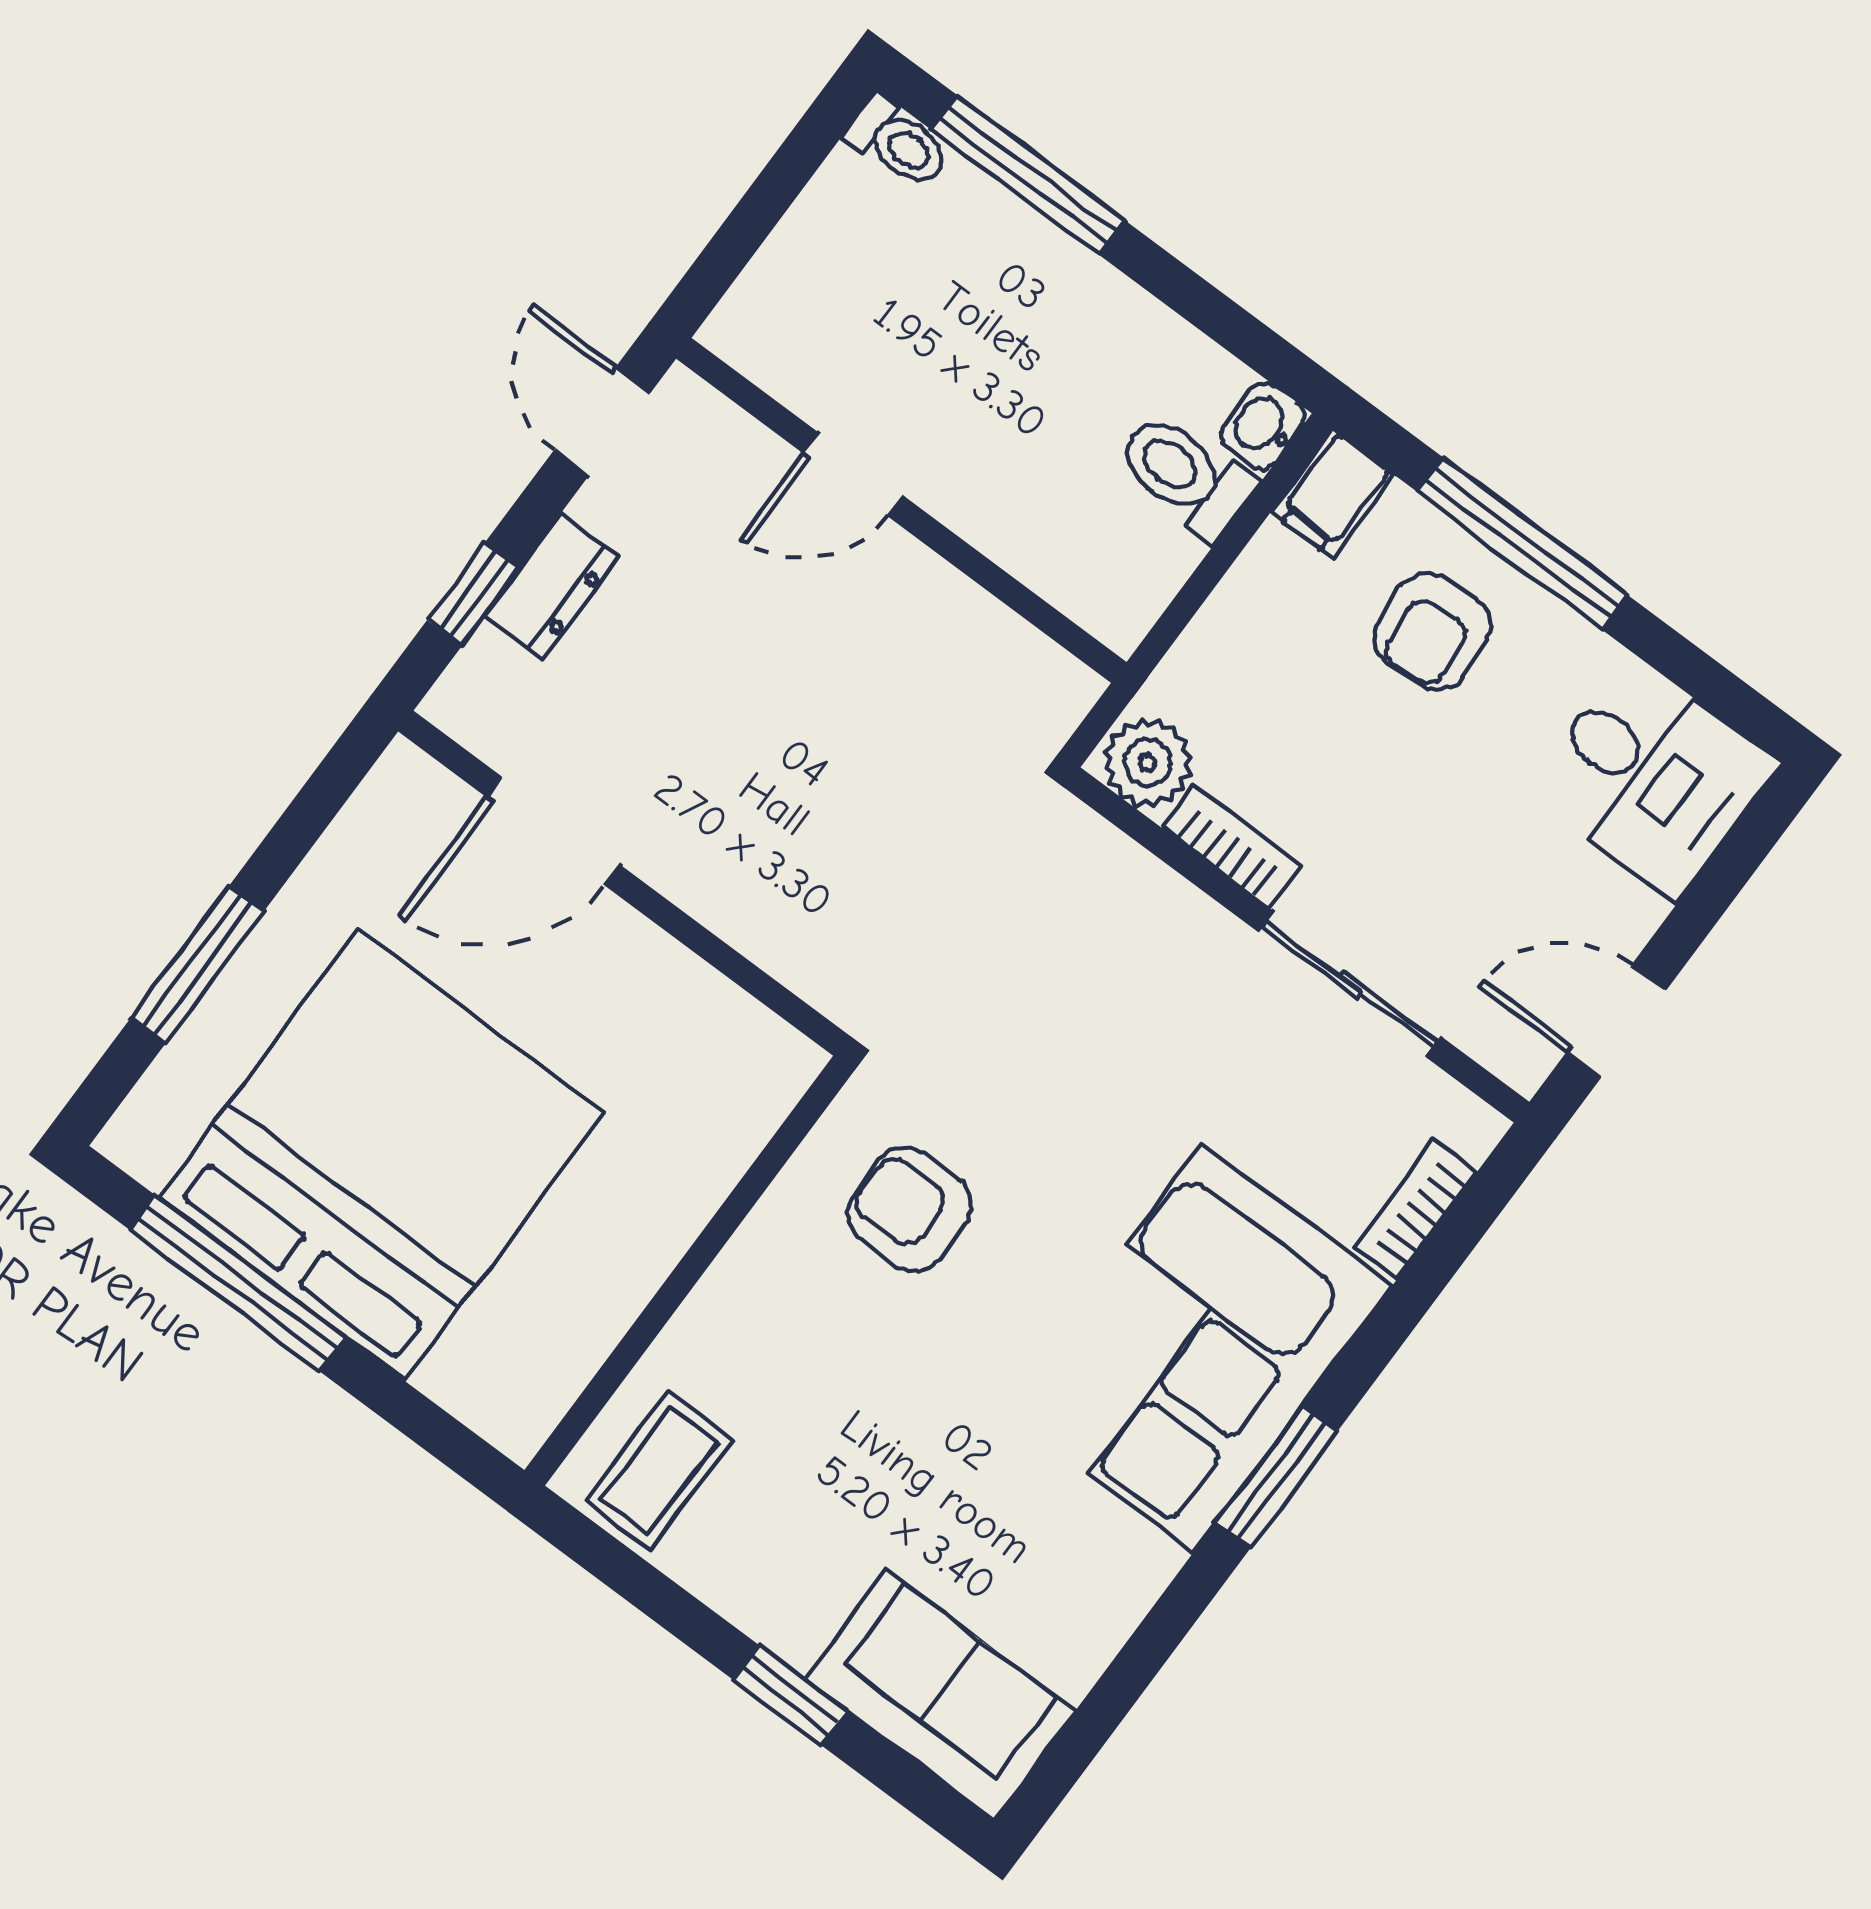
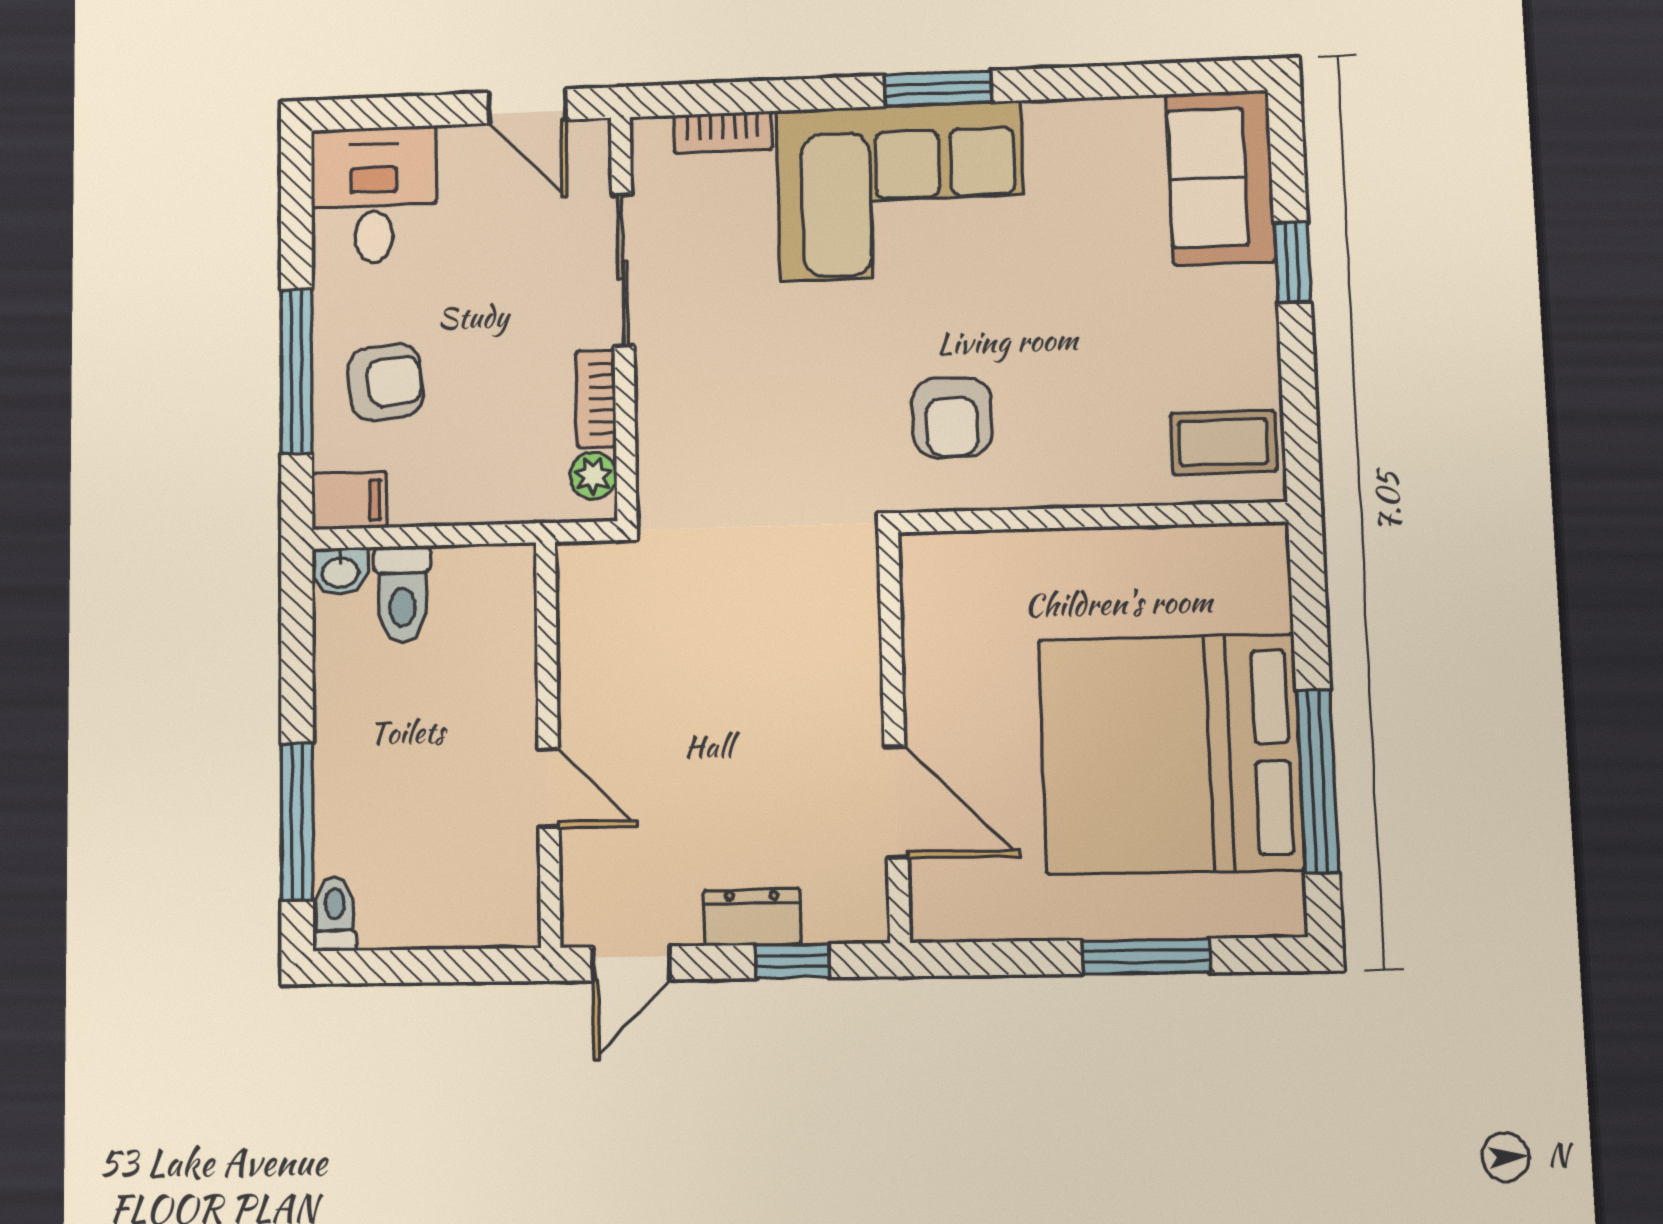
plant: (1148, 762) -> (593, 476), width x0.73, depth x0.73

